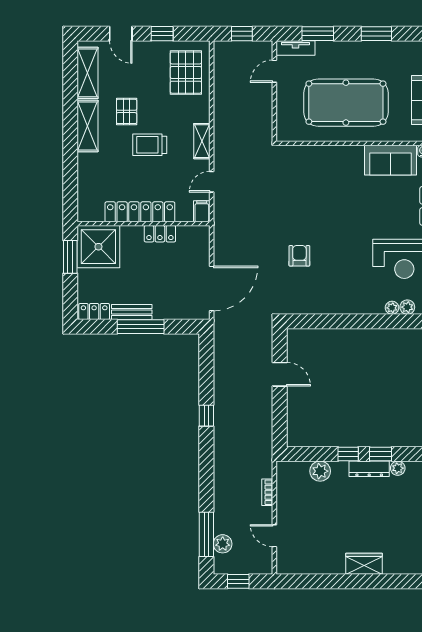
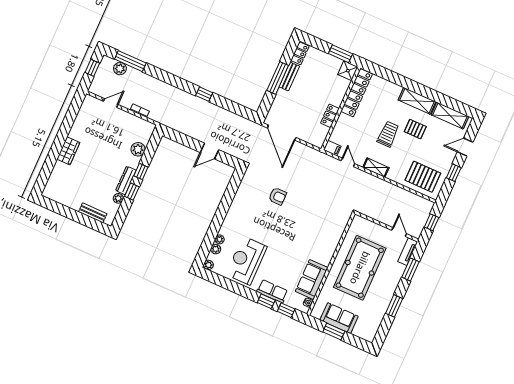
locker: (140, 212) -> (357, 93), moved
shower: (98, 247) -> (348, 71), width x0.54, depth x0.54

